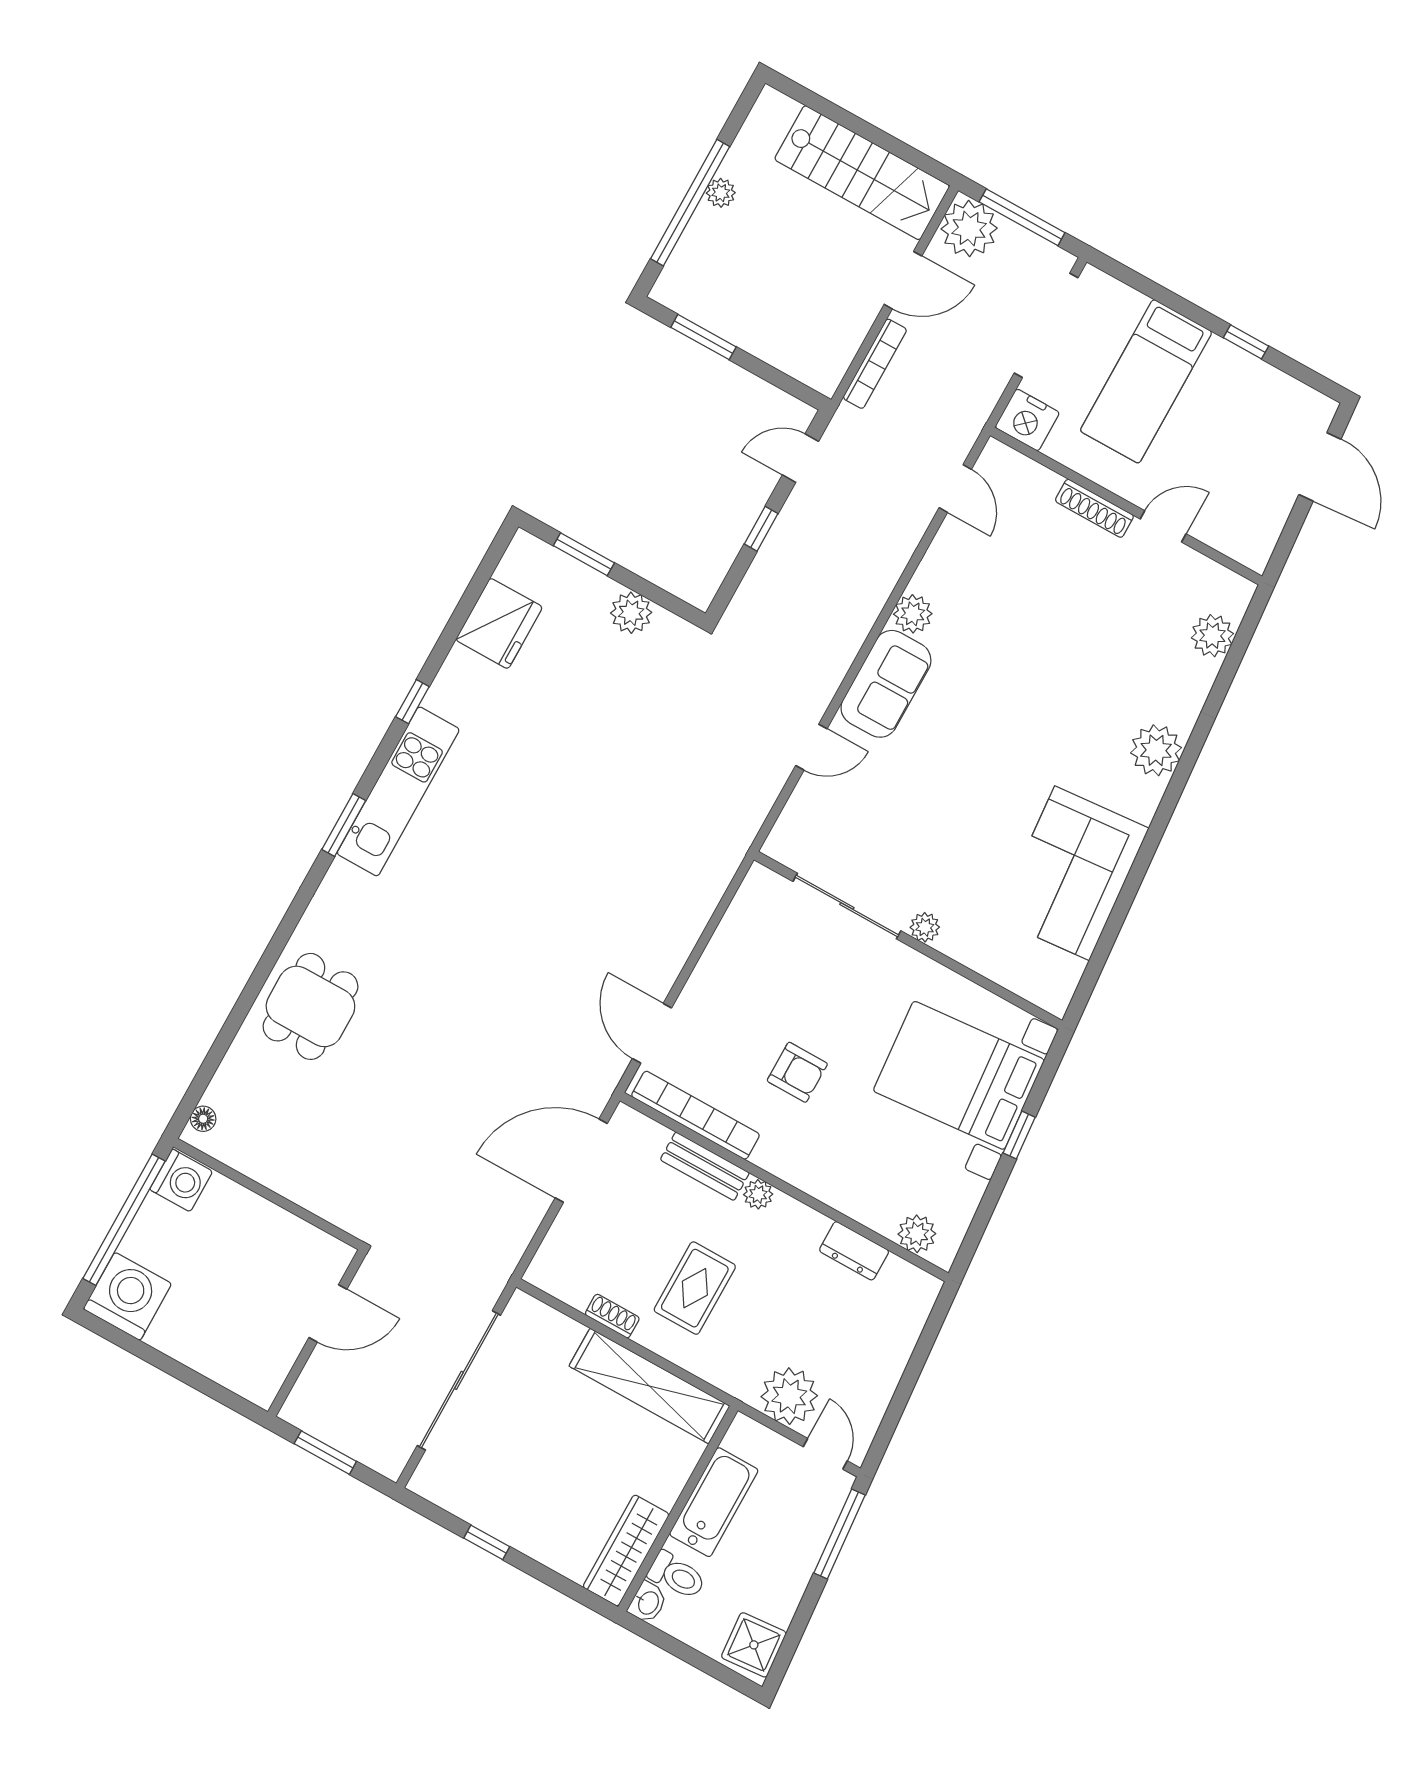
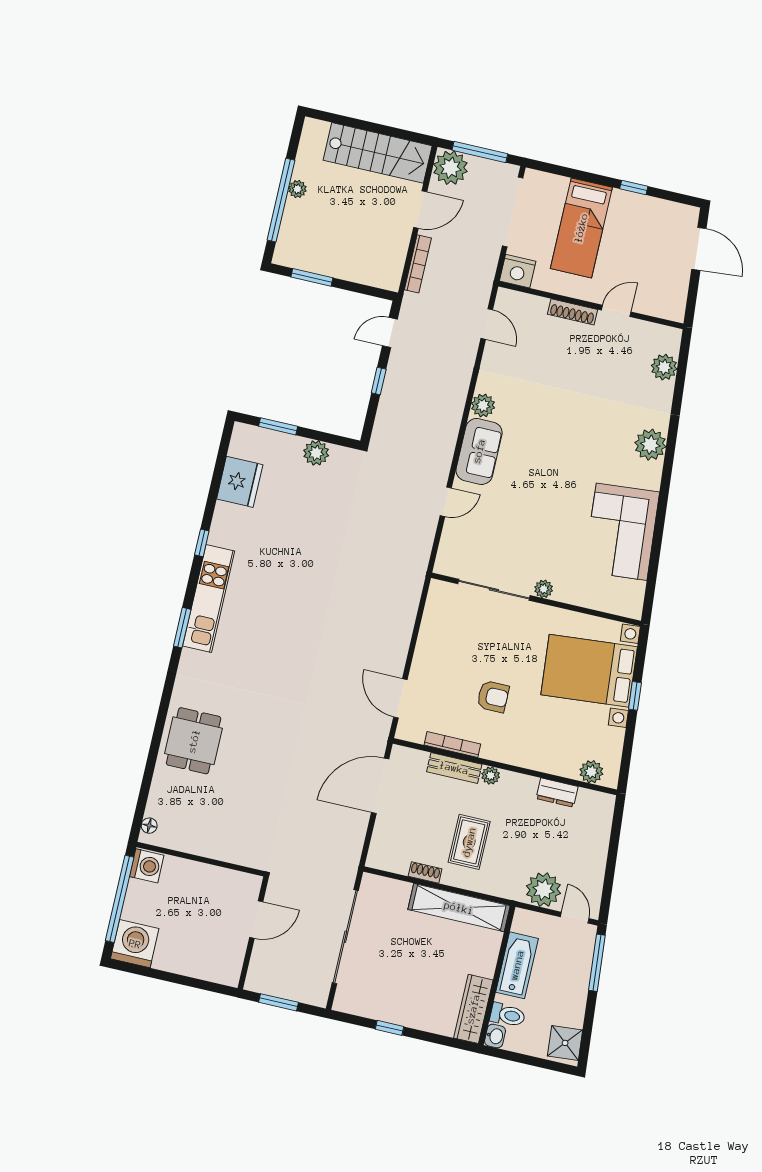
bookcase: (695, 1115) -> (452, 744), width x0.68, depth x0.76

